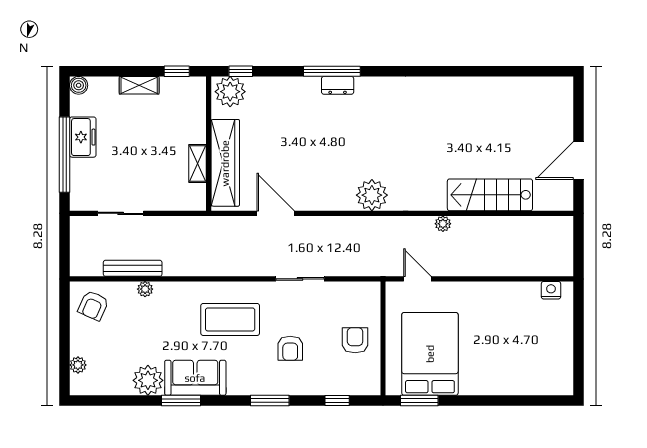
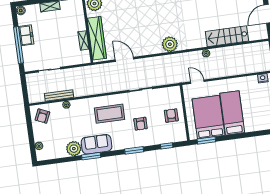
bed: (479, 352) -> (232, 113), added

